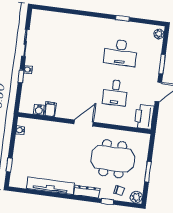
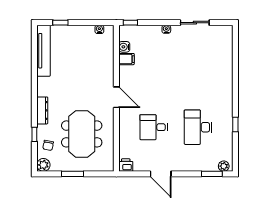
window: (162, 64) -> (212, 174), moved
window: (21, 76) -> (130, 23), moved
printer: (144, 117) -> (126, 165), width x0.53, depth x0.68
tv unit: (50, 186) -> (43, 51), moved

